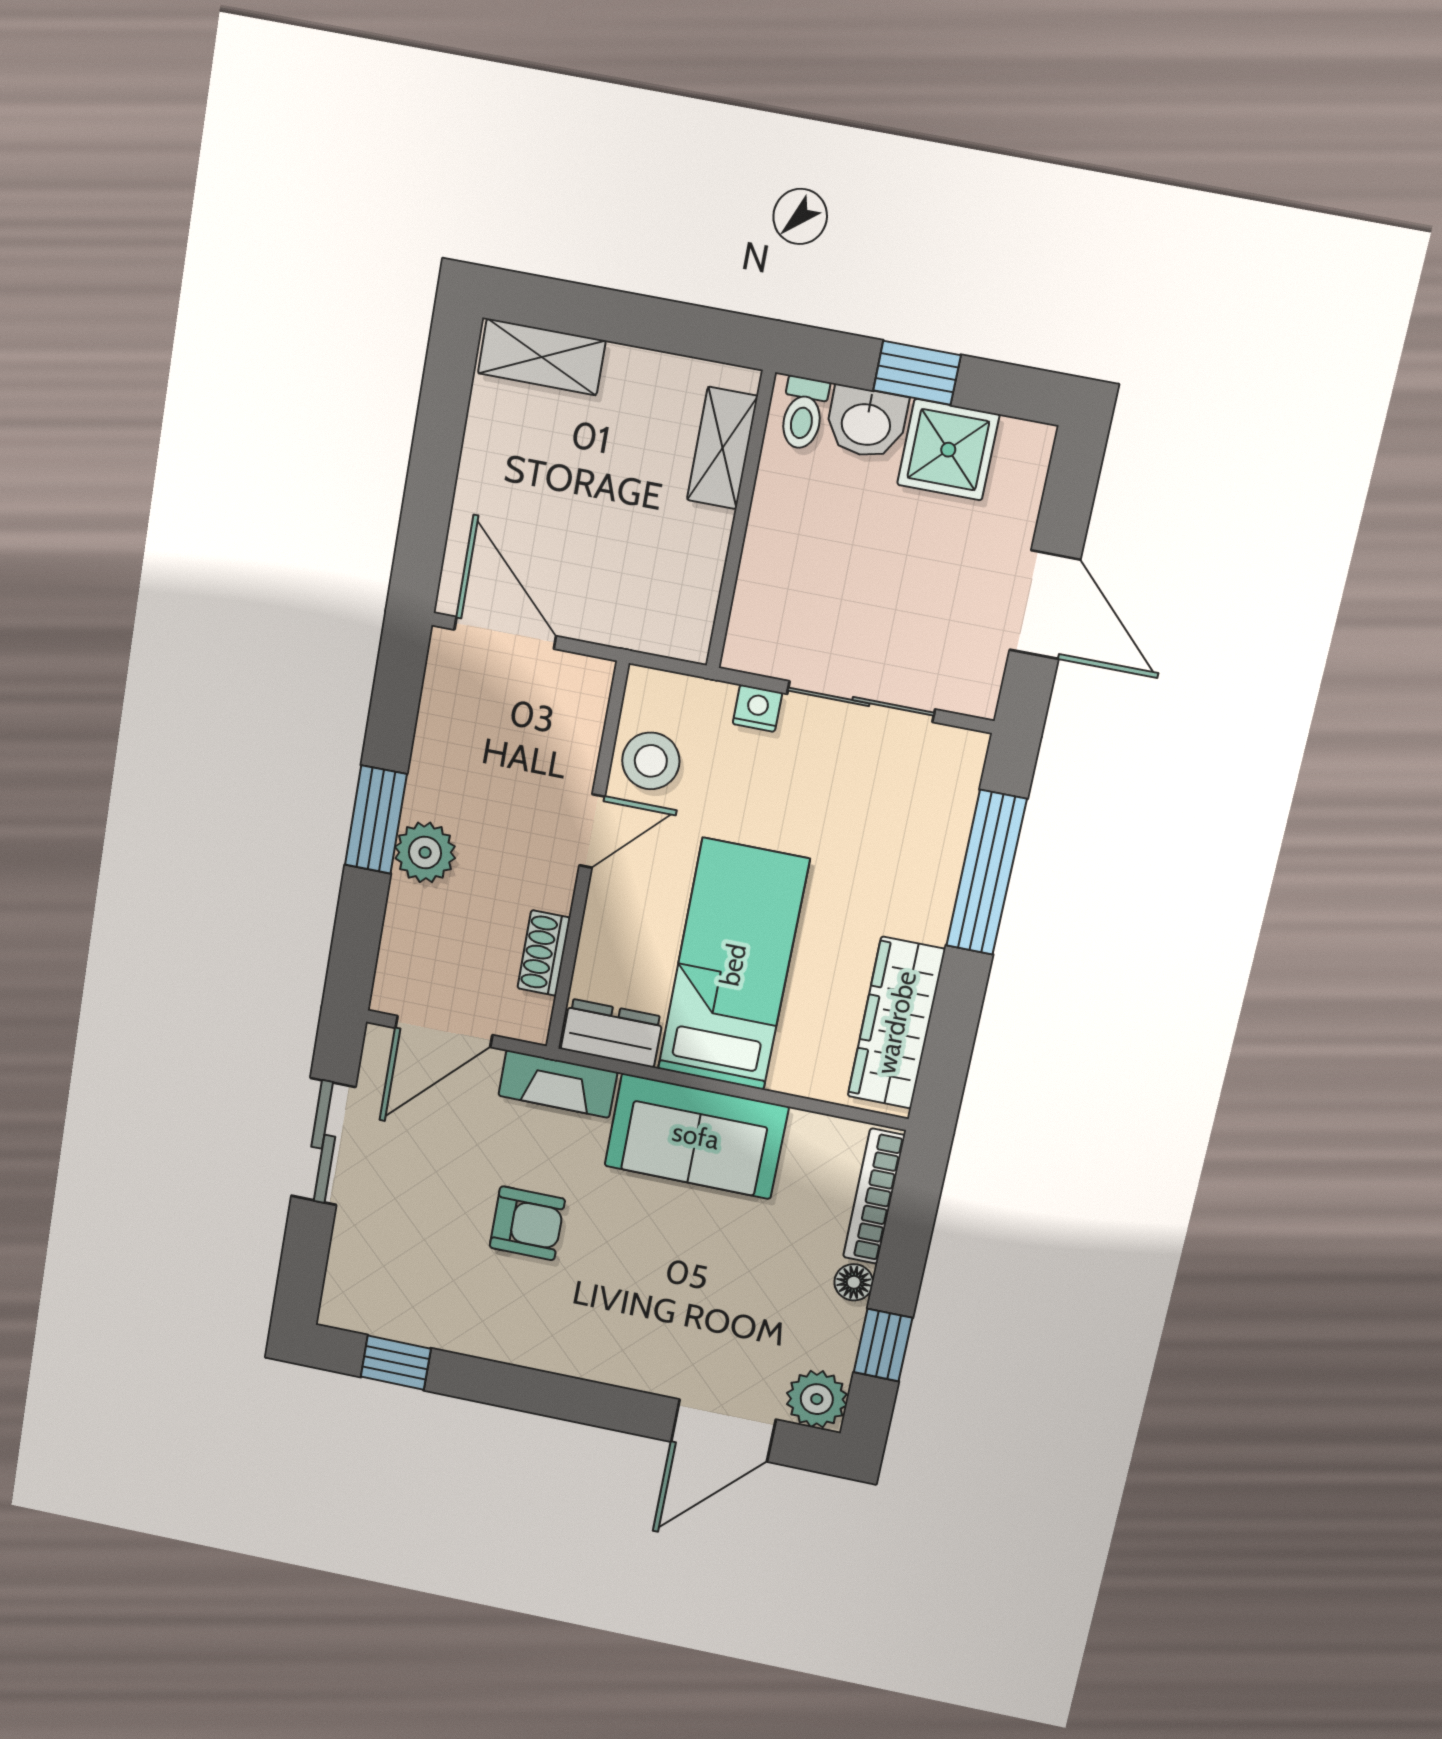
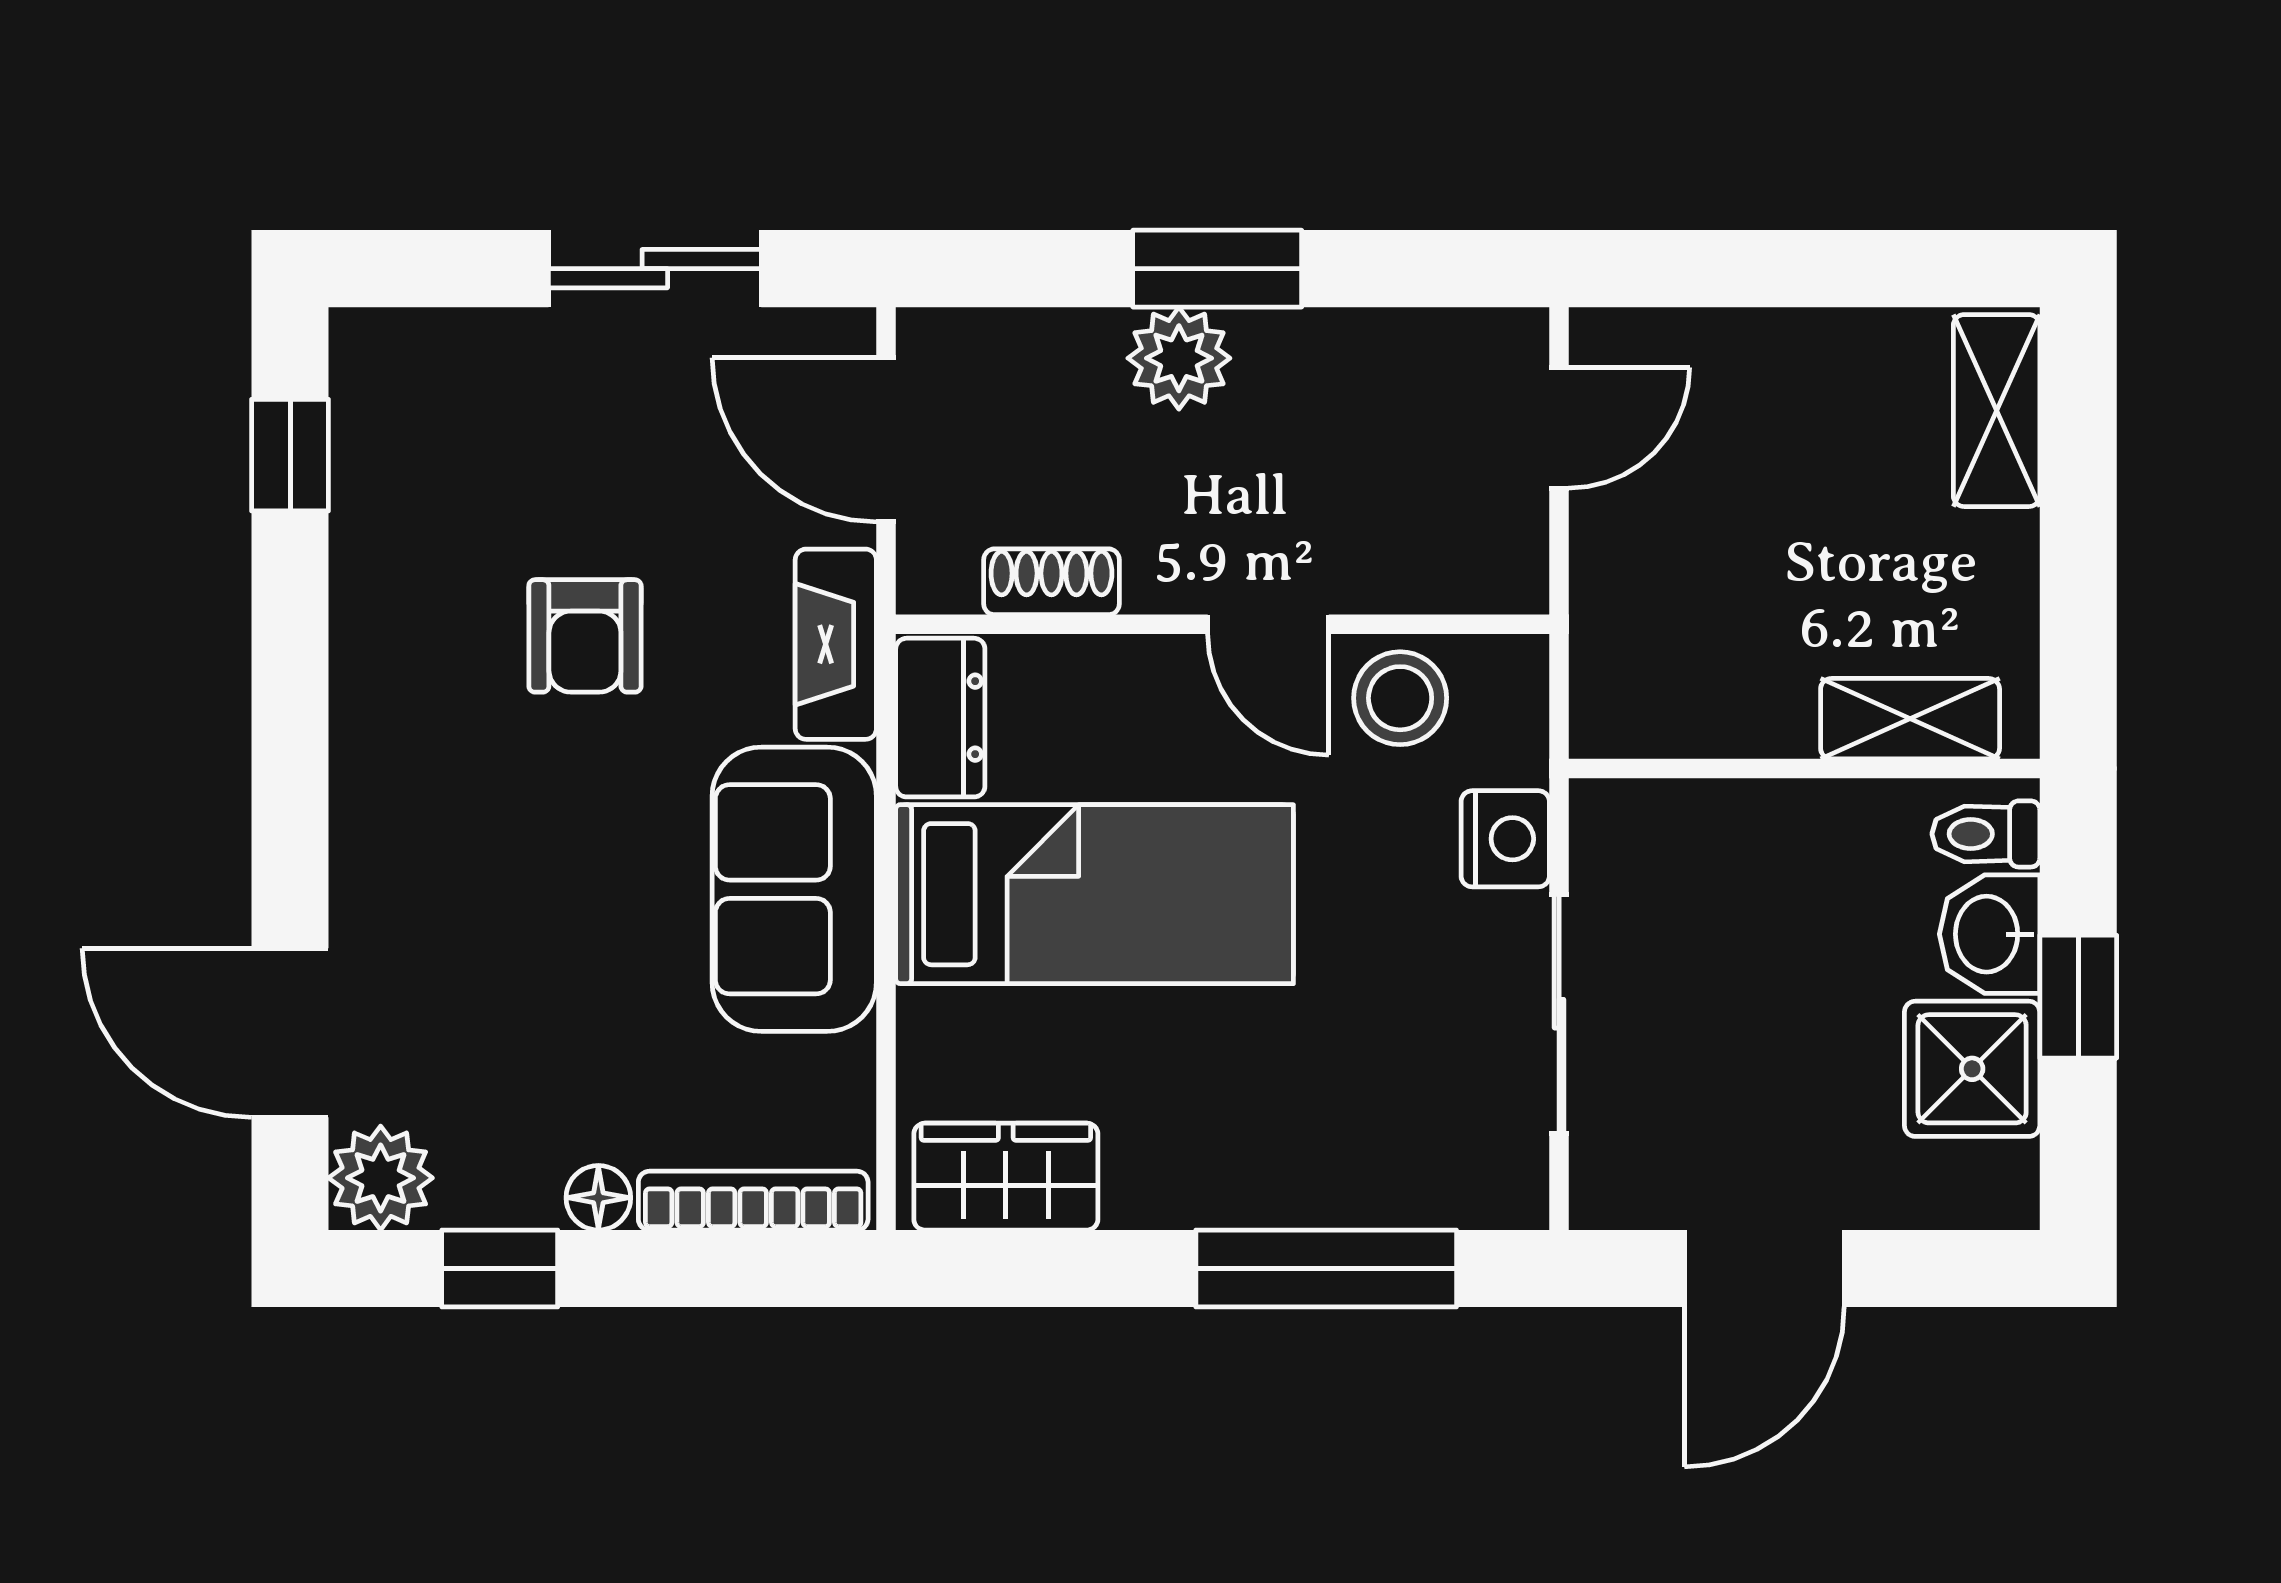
door: (505, 633) -> (1559, 428), width x0.73
nightstand: (757, 708) -> (1505, 839), width x1.39, depth x1.35
wardrobe: (896, 1023) -> (1006, 1177), width x0.67

